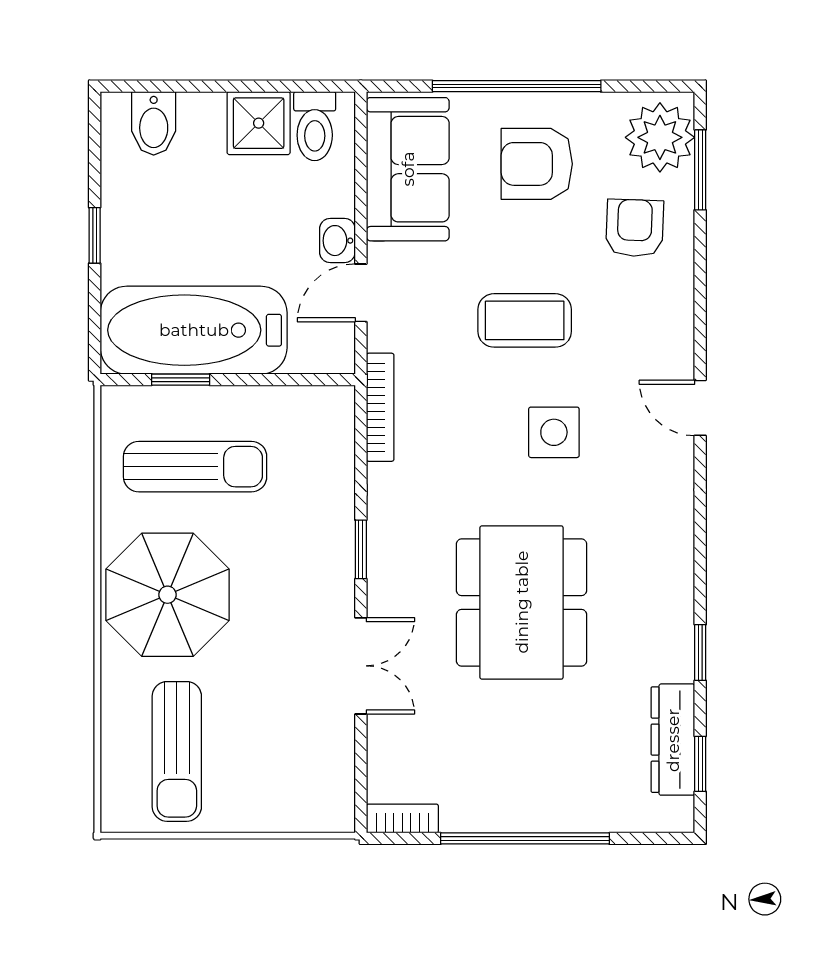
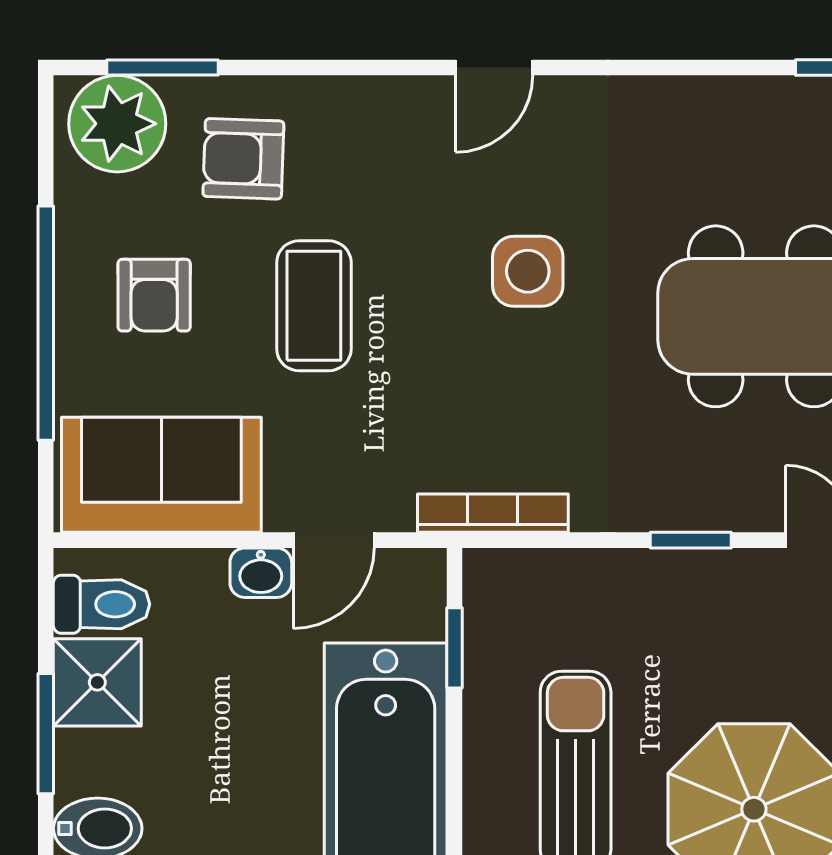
window: (222, 86) -> (46, 734), added
armchair: (537, 164) -> (154, 295), width x0.72, depth x0.72
door: (361, 293) -> (334, 540), hinge flipped
coffee table: (525, 320) -> (314, 306), moved
window: (181, 380) -> (455, 648), moved

